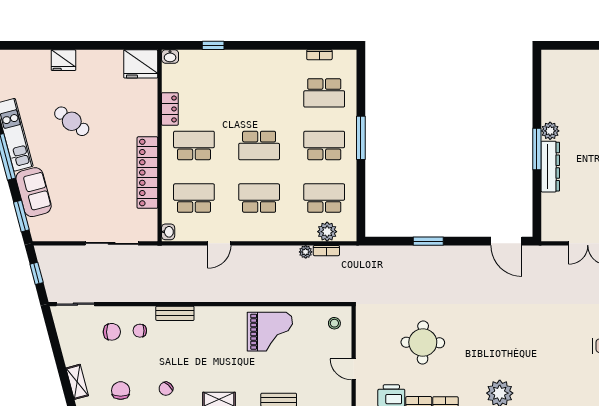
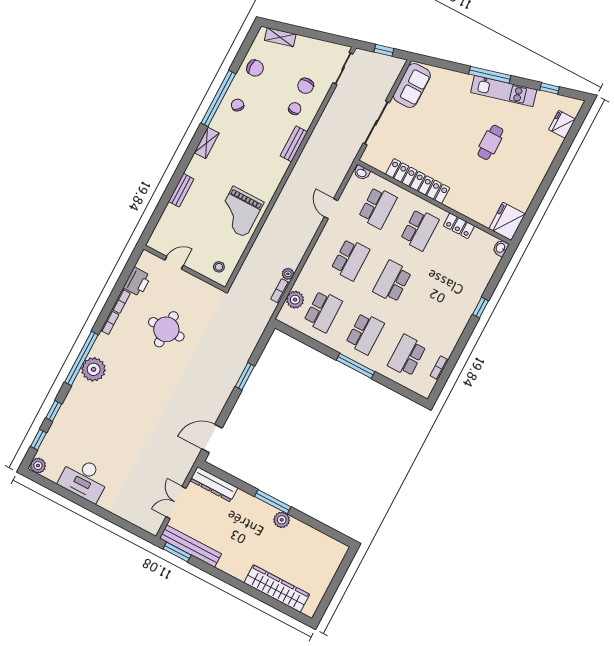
window: (213, 45) -> (481, 308), moved
fridge: (63, 60) -> (562, 124), moved
cafe table: (72, 121) -> (490, 142), turned -37
dresser: (550, 167) -> (214, 484), moved
sofa: (34, 192) -> (412, 86), moved, turned -75
window: (21, 216) -> (436, 62), removed

